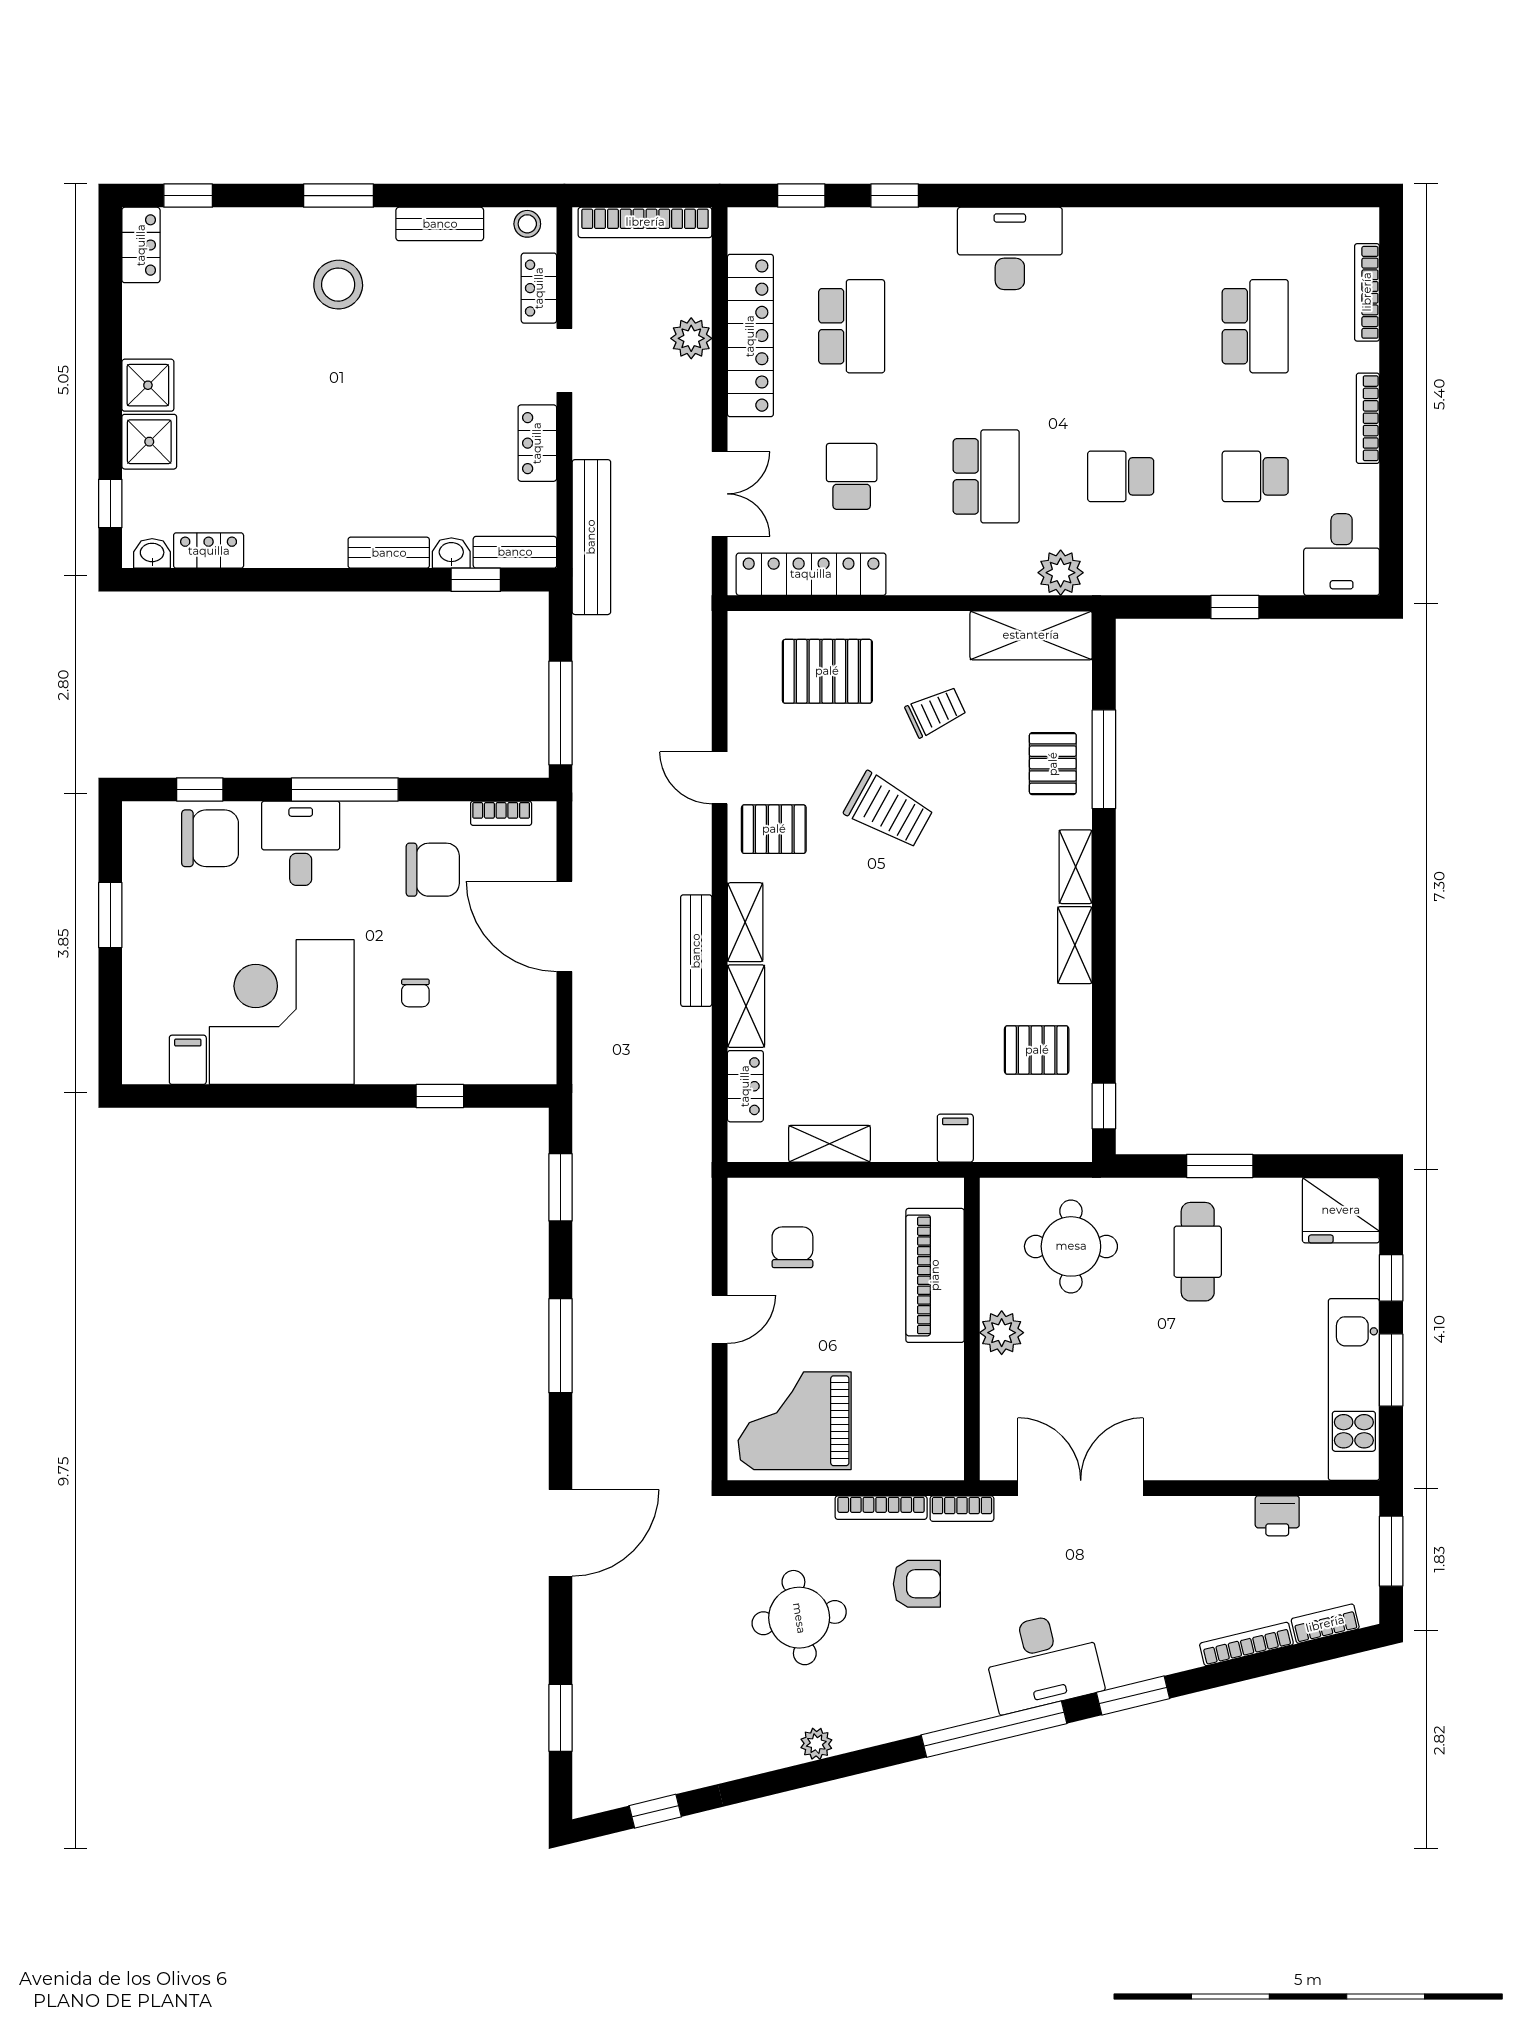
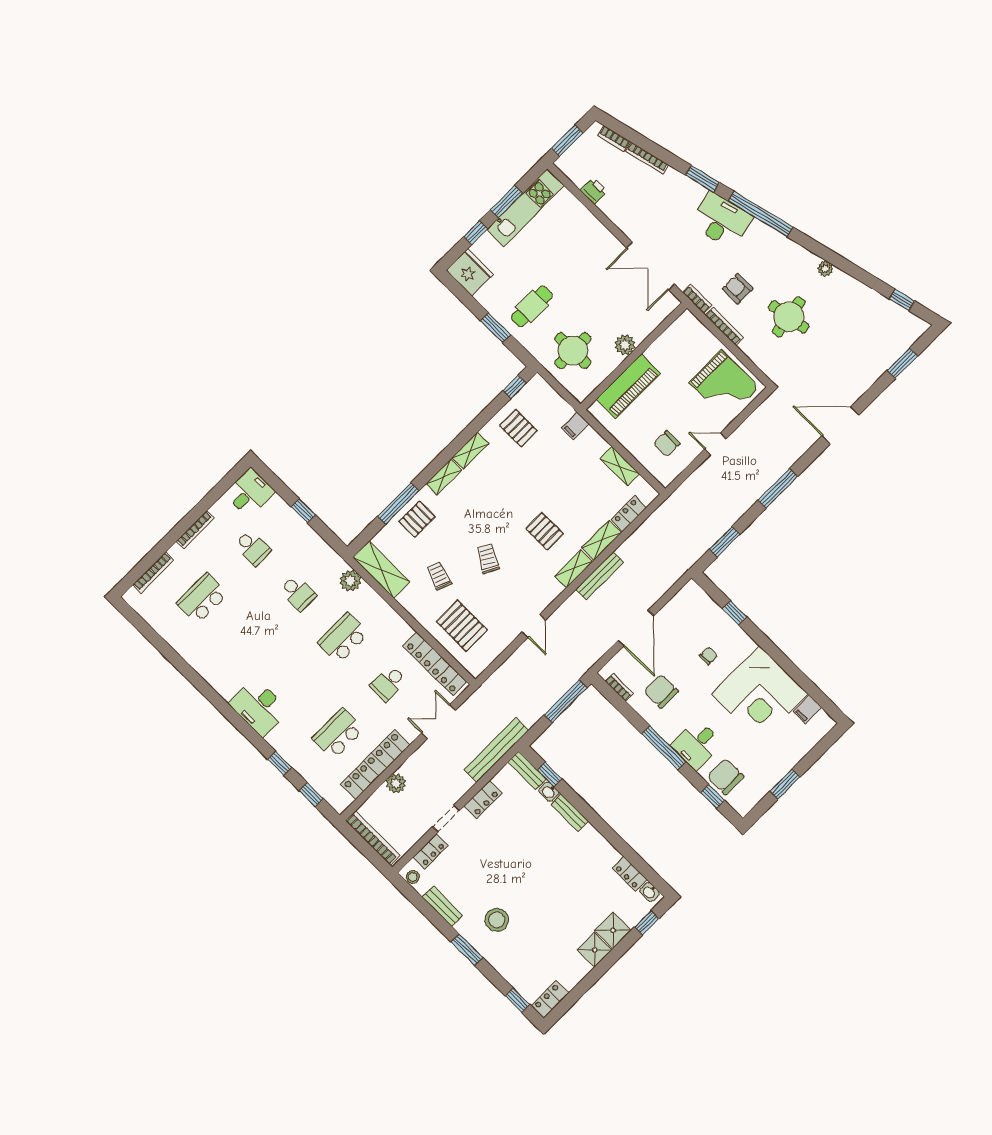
trolley: (936, 712) -> (439, 576), turned 45
trolley: (889, 810) -> (488, 558), width x0.73, depth x0.72
pallet: (774, 829) -> (545, 531), moved

